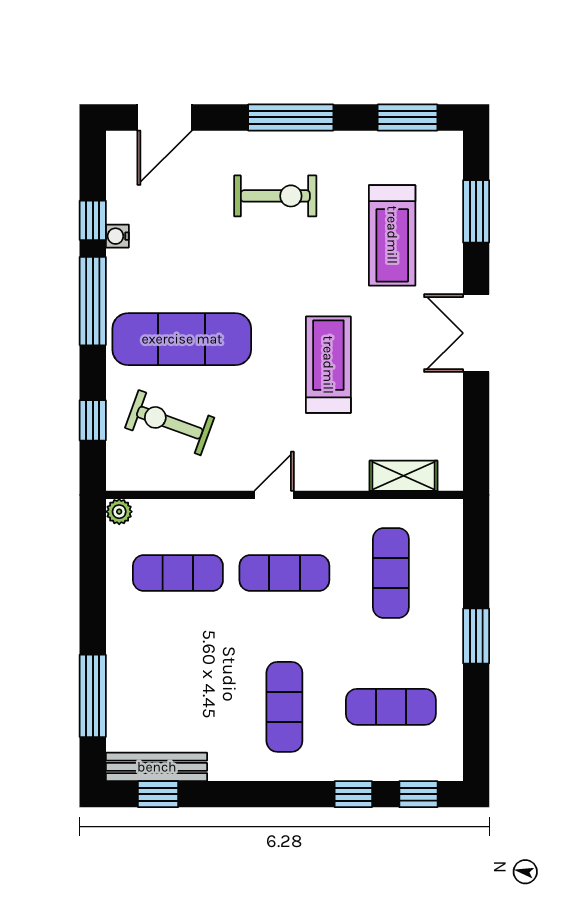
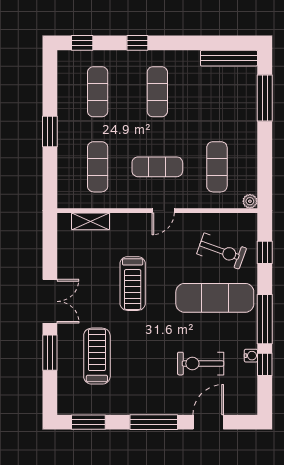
door: (165, 117) -> (208, 422), moved
exercise bike: (275, 196) -> (201, 364), moved
window: (476, 211) -> (50, 353), moved
exercise mat: (178, 573) -> (217, 167), turned 90
exercise mat: (391, 707) -> (98, 92), turned 90
window: (158, 794) -> (228, 43), removed
window: (353, 794) -> (137, 43), moved

